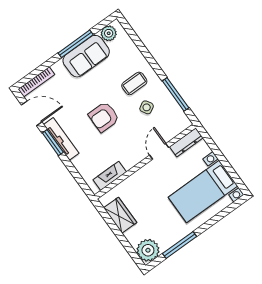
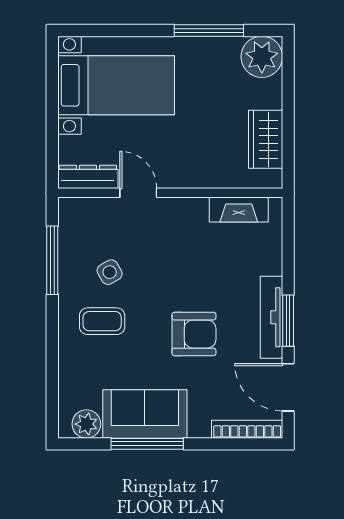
armchair: (104, 117) -> (194, 334), moved
door: (159, 151) -> (138, 193), swing flipped

